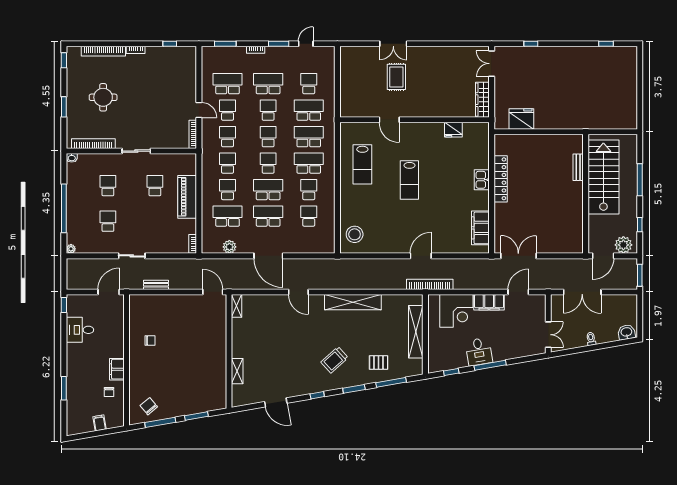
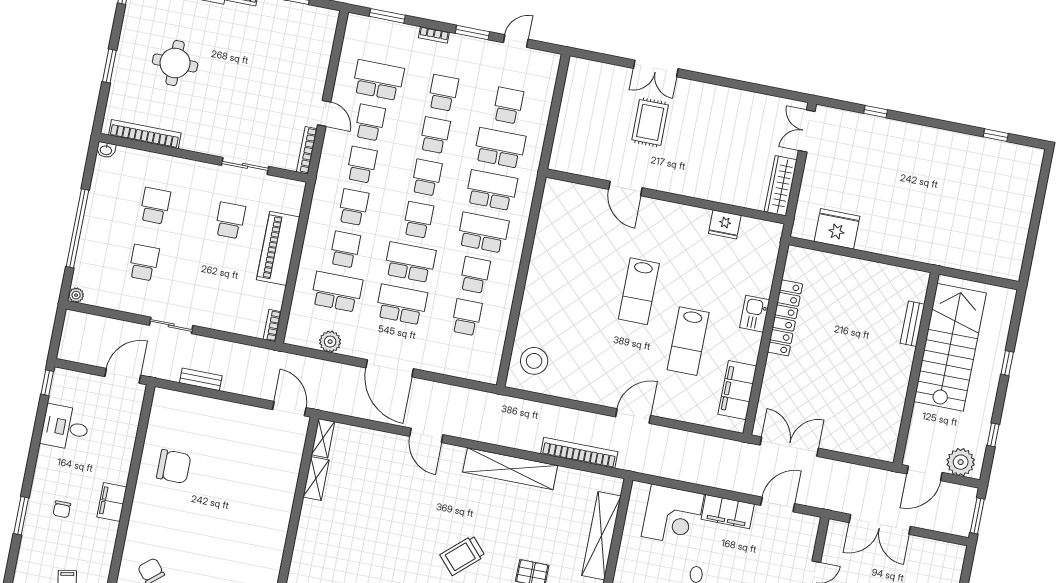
school desk: (268, 84) -> (443, 93), width x0.54
sliding door: (136, 151) -> (245, 166), moved
lab bench: (362, 164) -> (688, 341), moved
window: (640, 180) -> (1007, 363), width x0.46
bookcase: (430, 284) -> (579, 453), moved
chair: (150, 340) -> (174, 466), width x1.87, depth x1.87
shelving: (237, 371) -> (316, 479), moved
chair: (109, 392) -> (62, 509), moved

